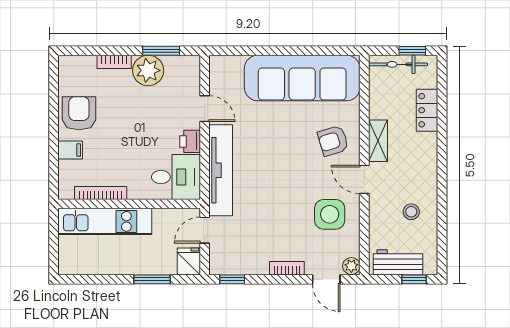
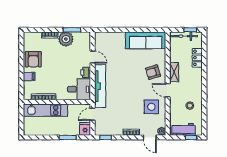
sofa: (302, 78) -> (146, 40), width x0.74, depth x0.79
armchair: (79, 113) -> (33, 59), turned 180

